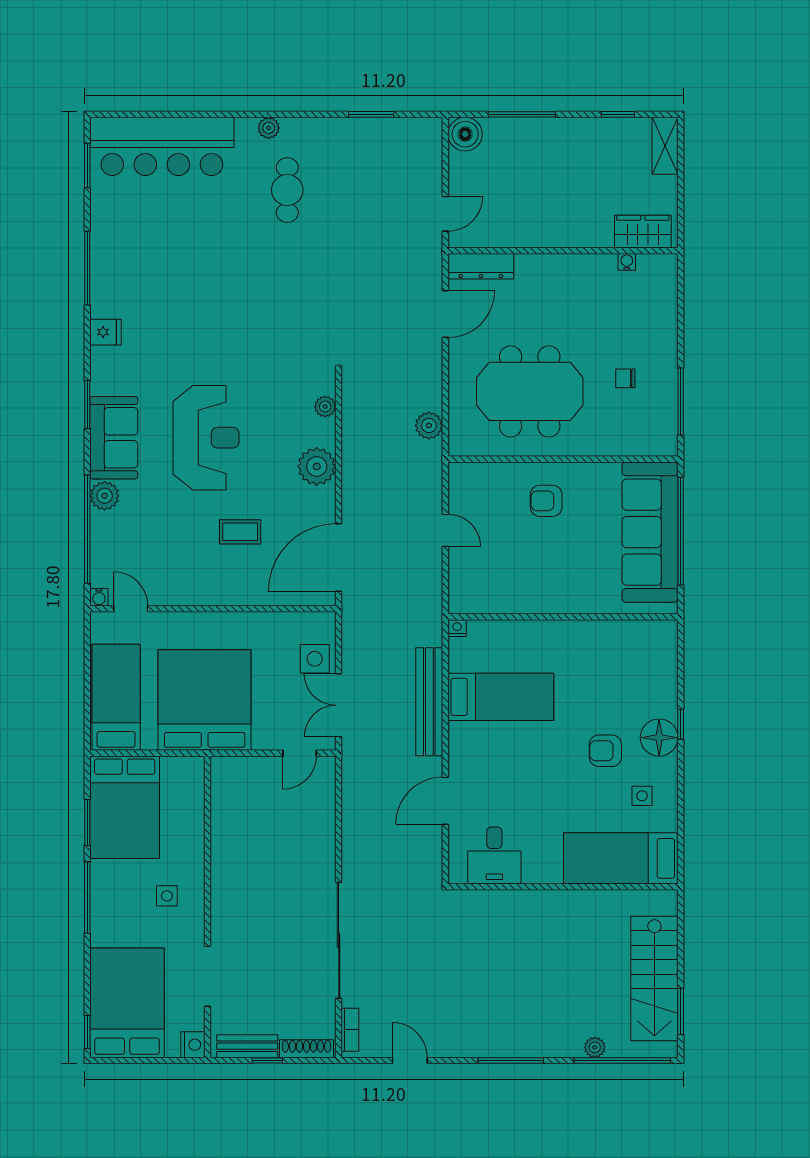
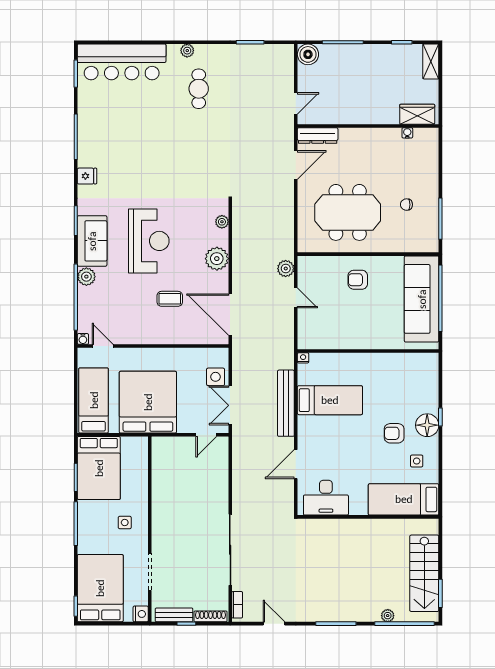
plant: (429, 426) -> (286, 269), moved
door: (339, 558) -> (230, 315), hinge flipped
desk: (494, 855) -> (326, 498), width x1.37

